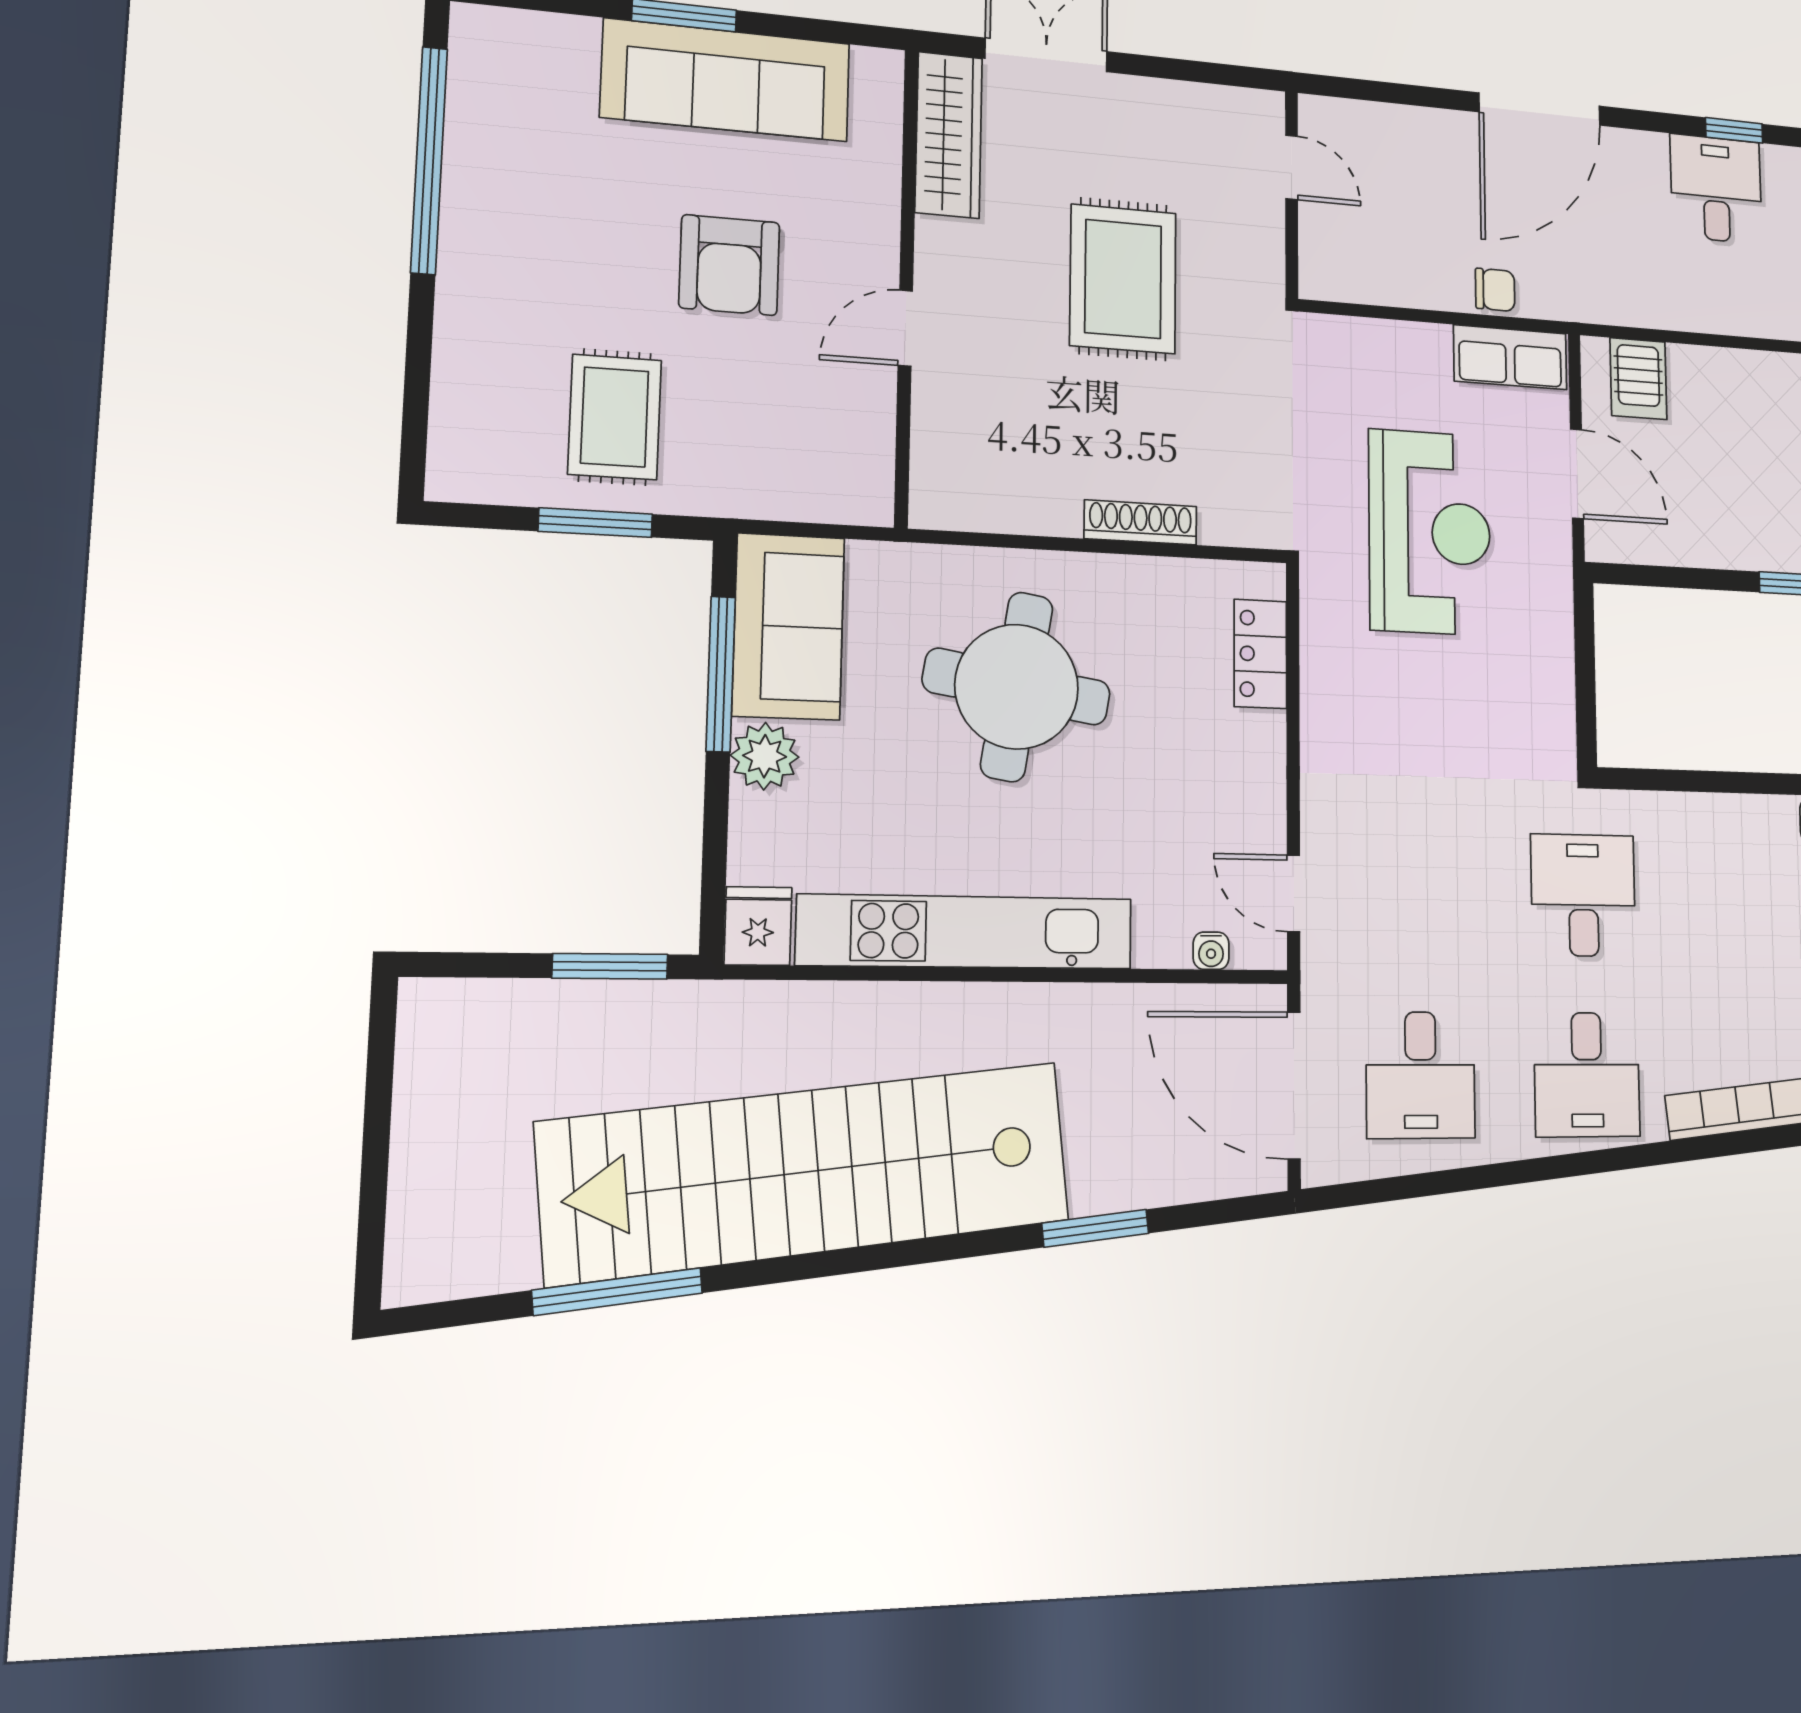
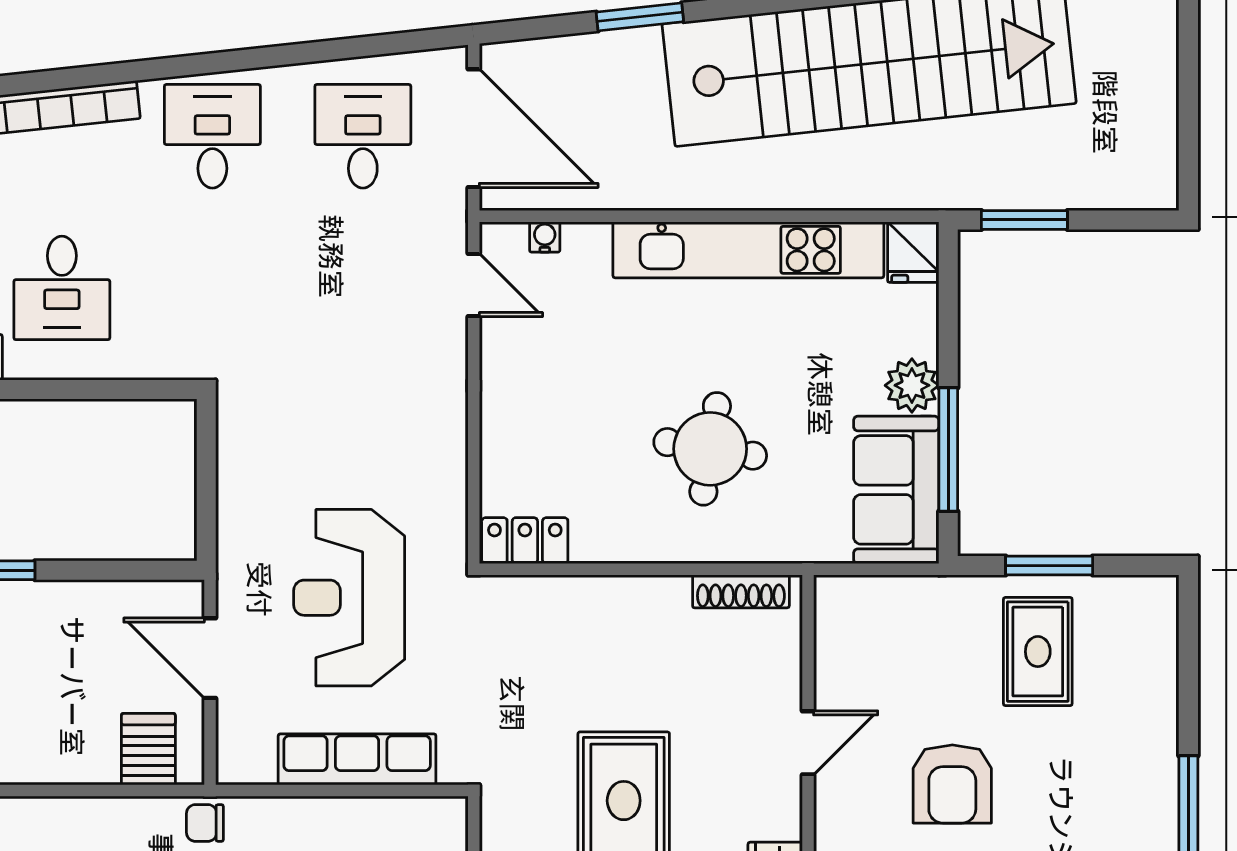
armchair: (729, 265) -> (952, 784), turned 180
chair: (1495, 290) -> (205, 823), moved
row of seats: (1510, 357) -> (357, 759), moved, width x1.48
shoe rack: (1141, 522) -> (741, 591), moved
locker: (1260, 654) -> (525, 541), moved, turned -90
round table: (1017, 687) -> (710, 449), width x0.73, depth x0.73
desk: (1583, 895) -> (62, 288), moved

